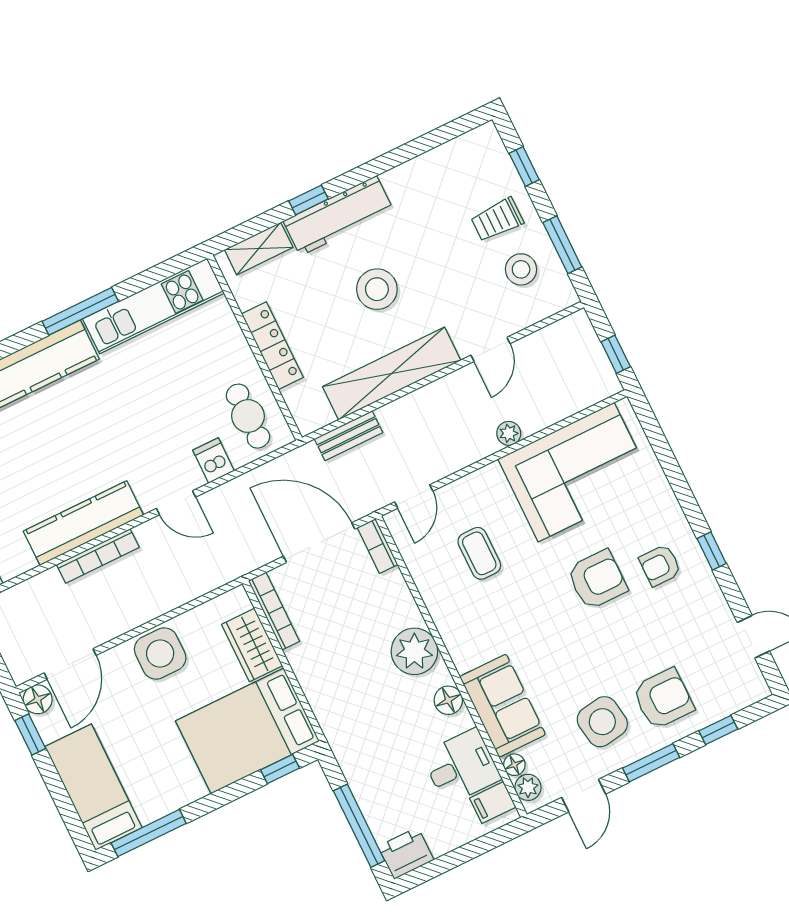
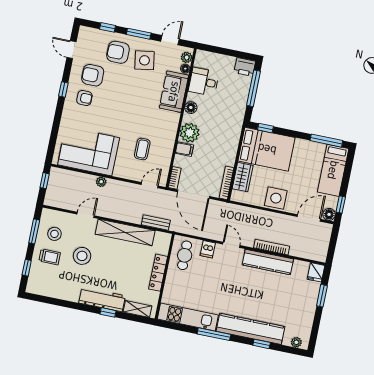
stool: (377, 289) -> (82, 256), moved
armchair: (597, 580) -> (93, 75), moved
filing cabinet: (493, 803) -> (184, 149), moved

